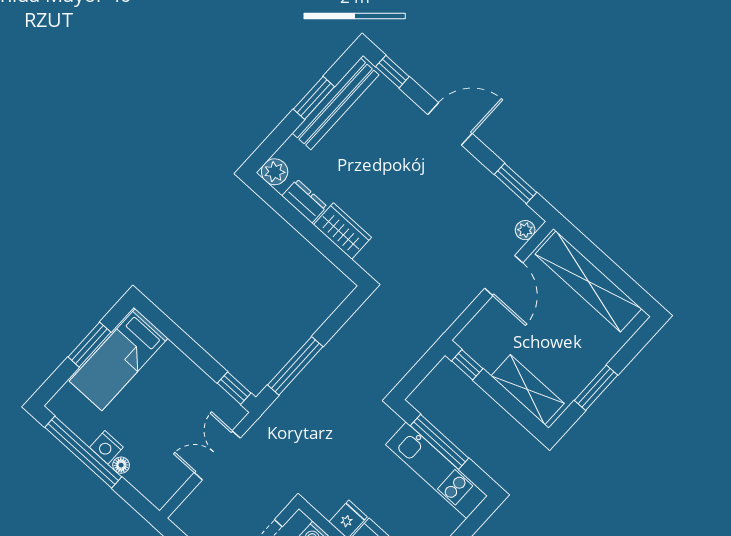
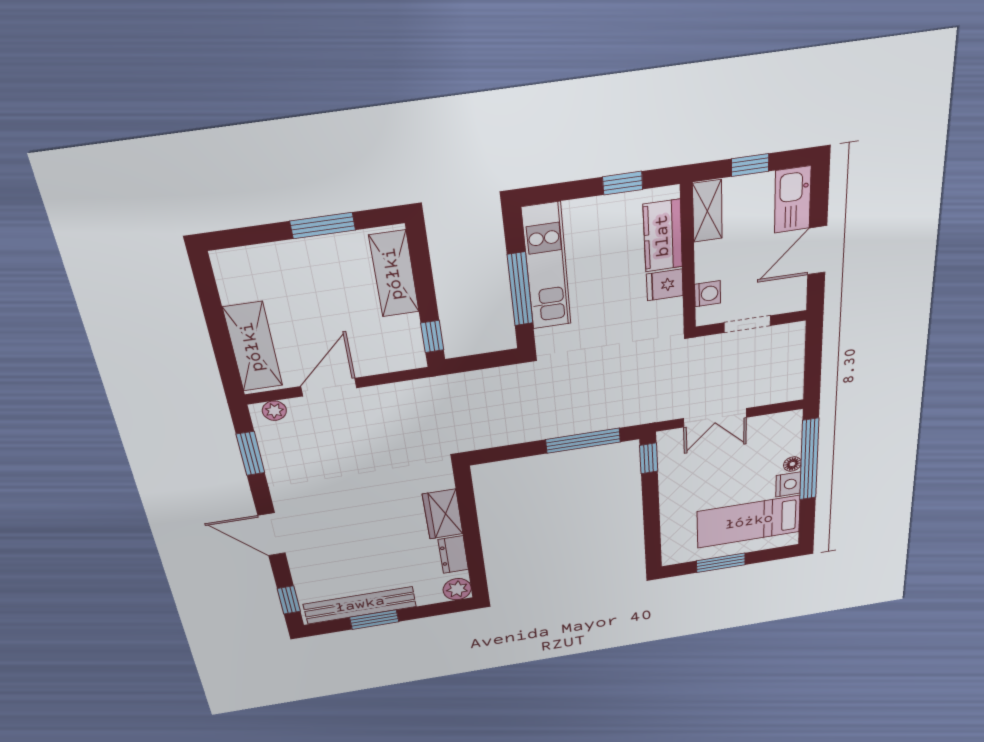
shelving: (588, 281) -> (253, 347), width x0.68
bed: (119, 360) -> (749, 522), moved, turned 180
window: (83, 452) -> (809, 459), moved

